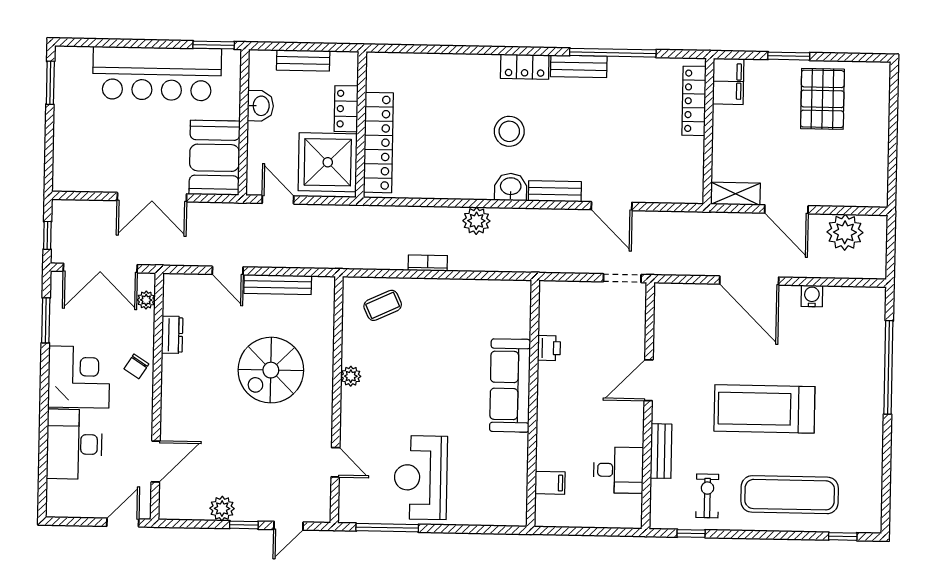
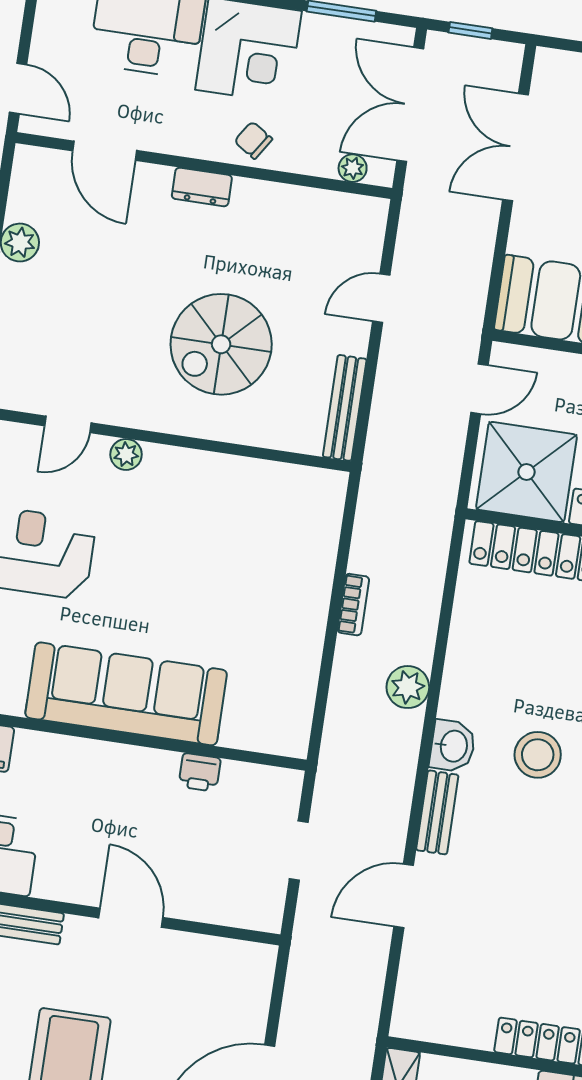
double door: (152, 197) -> (516, 147), moved
doorway: (622, 278) -> (299, 851), moved
bench: (278, 285) -> (345, 408), moved
coffee table: (383, 305) -> (298, 527), removed
dresser: (172, 335) -> (202, 187), moved
spiral stairs: (271, 370) -> (221, 344), turned -90
plant: (351, 376) -> (126, 454), moved
sofa: (510, 385) -> (126, 694), width x1.36, depth x1.27

